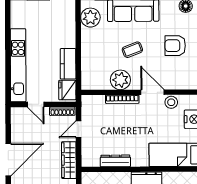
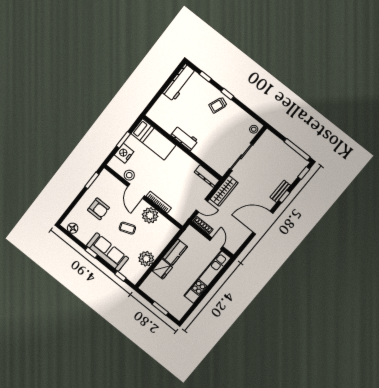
plant: (90, 18) -> (146, 259), moved
fridge: (67, 90) -> (162, 269), moved
dresser: (115, 161) -> (207, 176), moved

